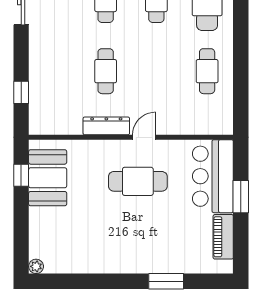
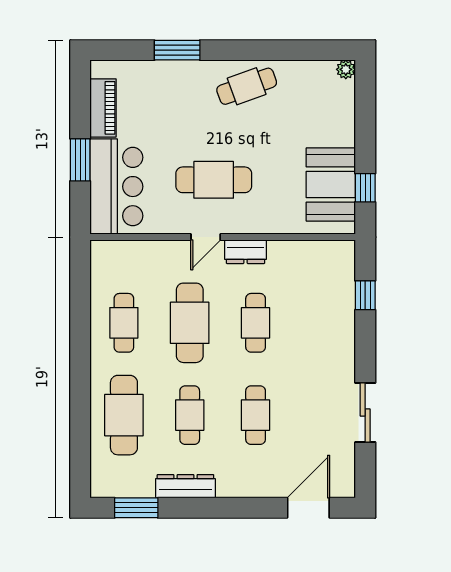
cafe table: (156, 71) -> (190, 323), added
dresser: (106, 126) -> (246, 252), width x0.70
cafe table: (112, 253) -> (247, 86), added

